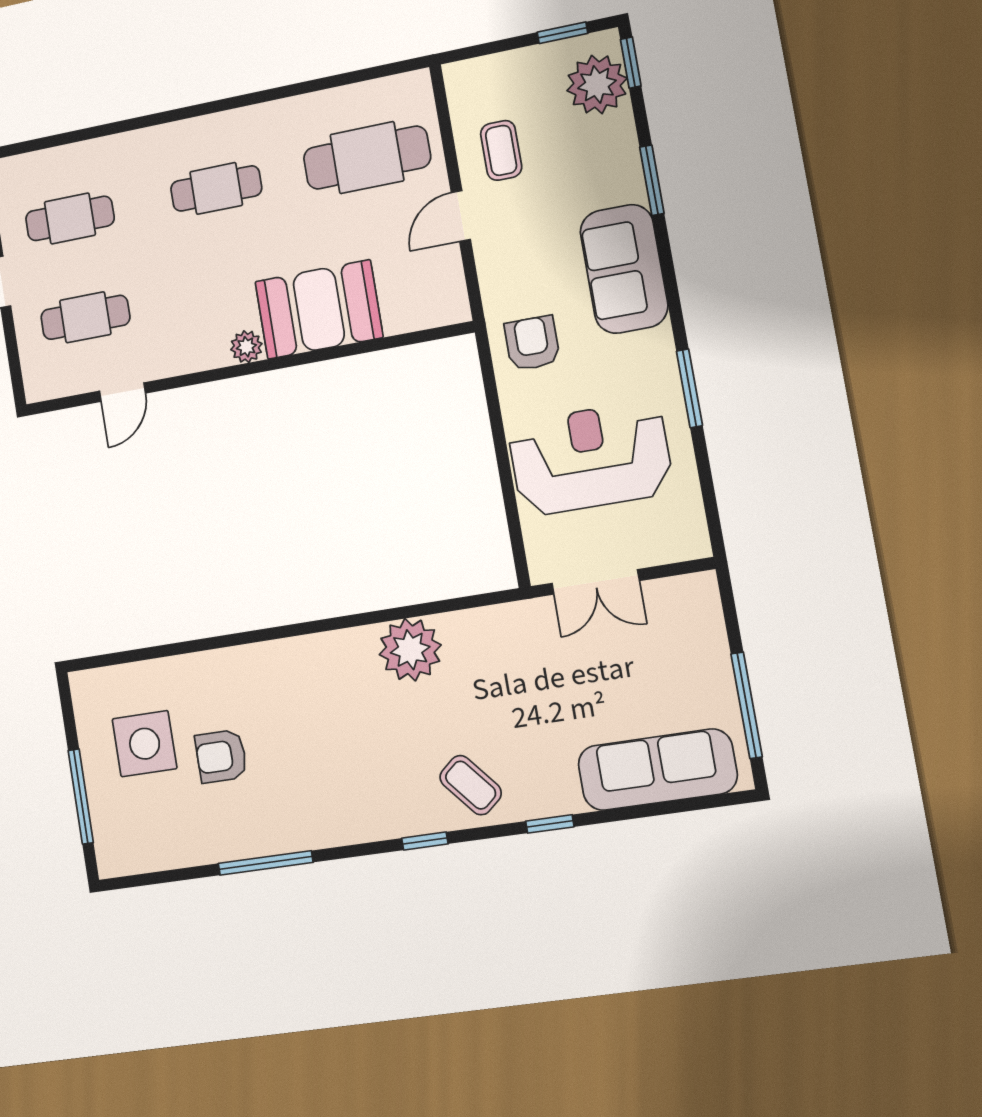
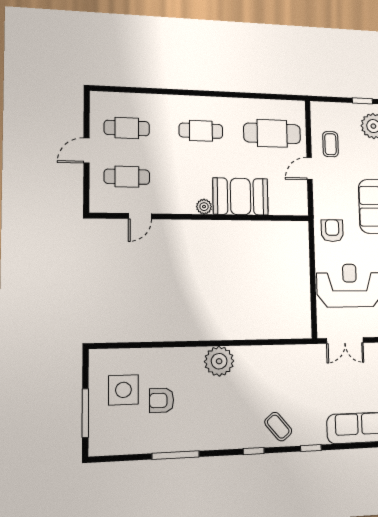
plant: (410, 650) -> (219, 361), moved

